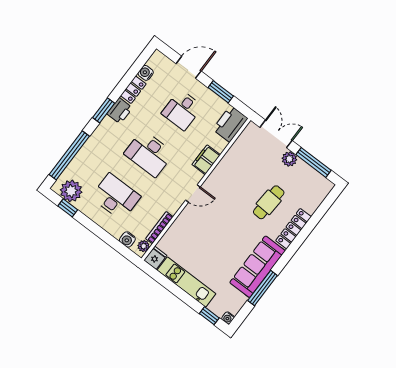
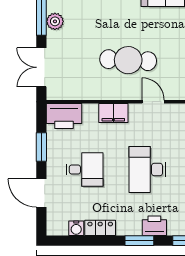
printer: (120, 111) -> (154, 226), moved
desk: (149, 153) -> (147, 169), turned 180
plant: (289, 159) -> (55, 21), moved
cafe table: (269, 202) -> (128, 60), moved, width x1.37, depth x1.35

